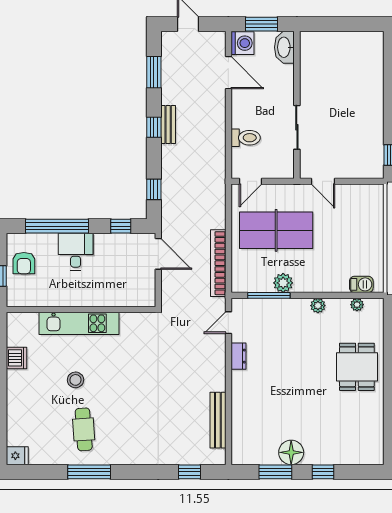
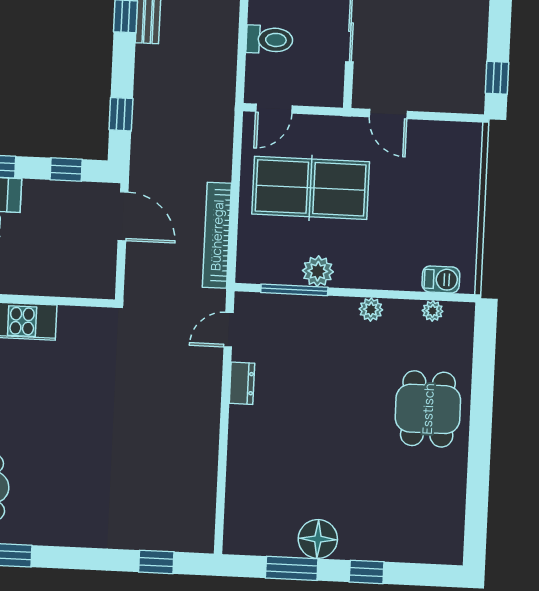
bench: (218, 420) -> (205, 483), removed

